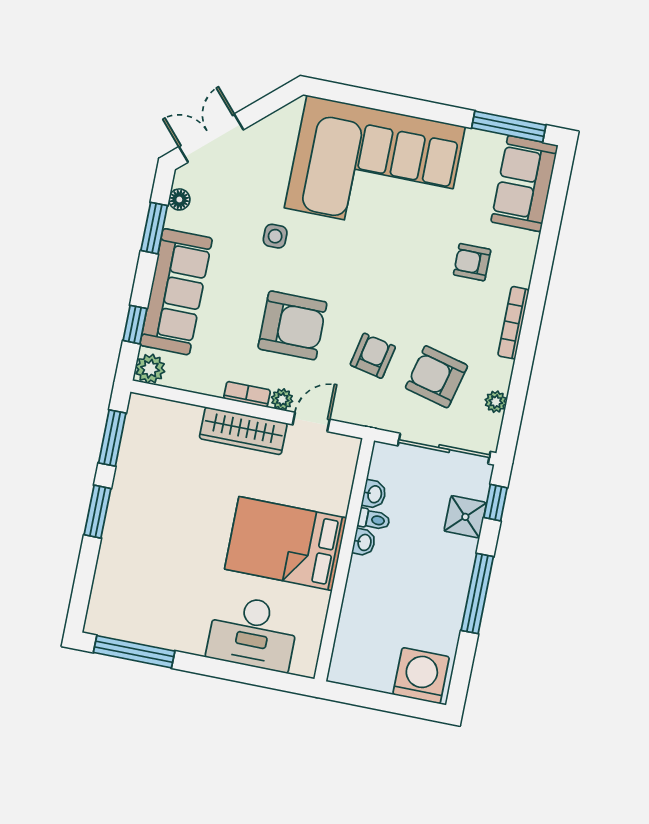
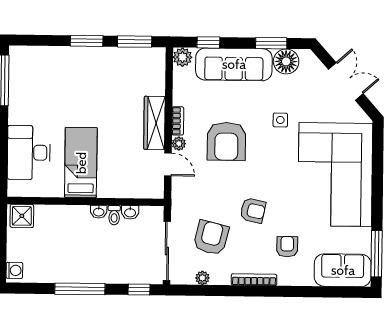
double door: (211, 138) -> (346, 81), moved
floor lamp: (179, 199) -> (286, 61), width x1.89, depth x1.89
armchair: (373, 356) -> (253, 211), moved
shower: (465, 517) -> (22, 216), moved
bed: (286, 543) -> (81, 163), width x0.67
washing machine: (421, 676) -> (14, 270), width x0.53, depth x0.53

